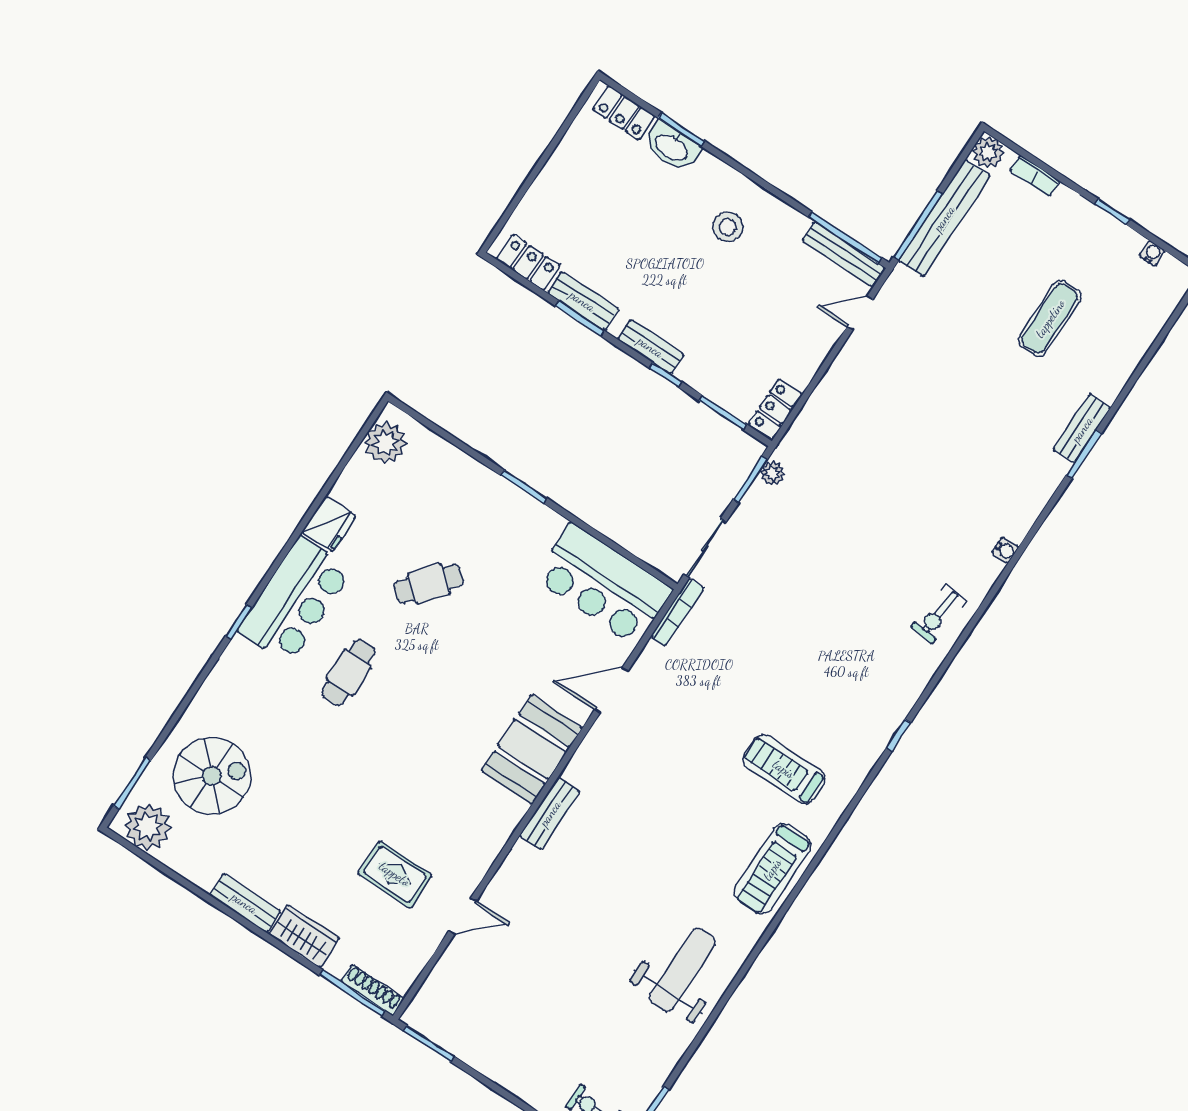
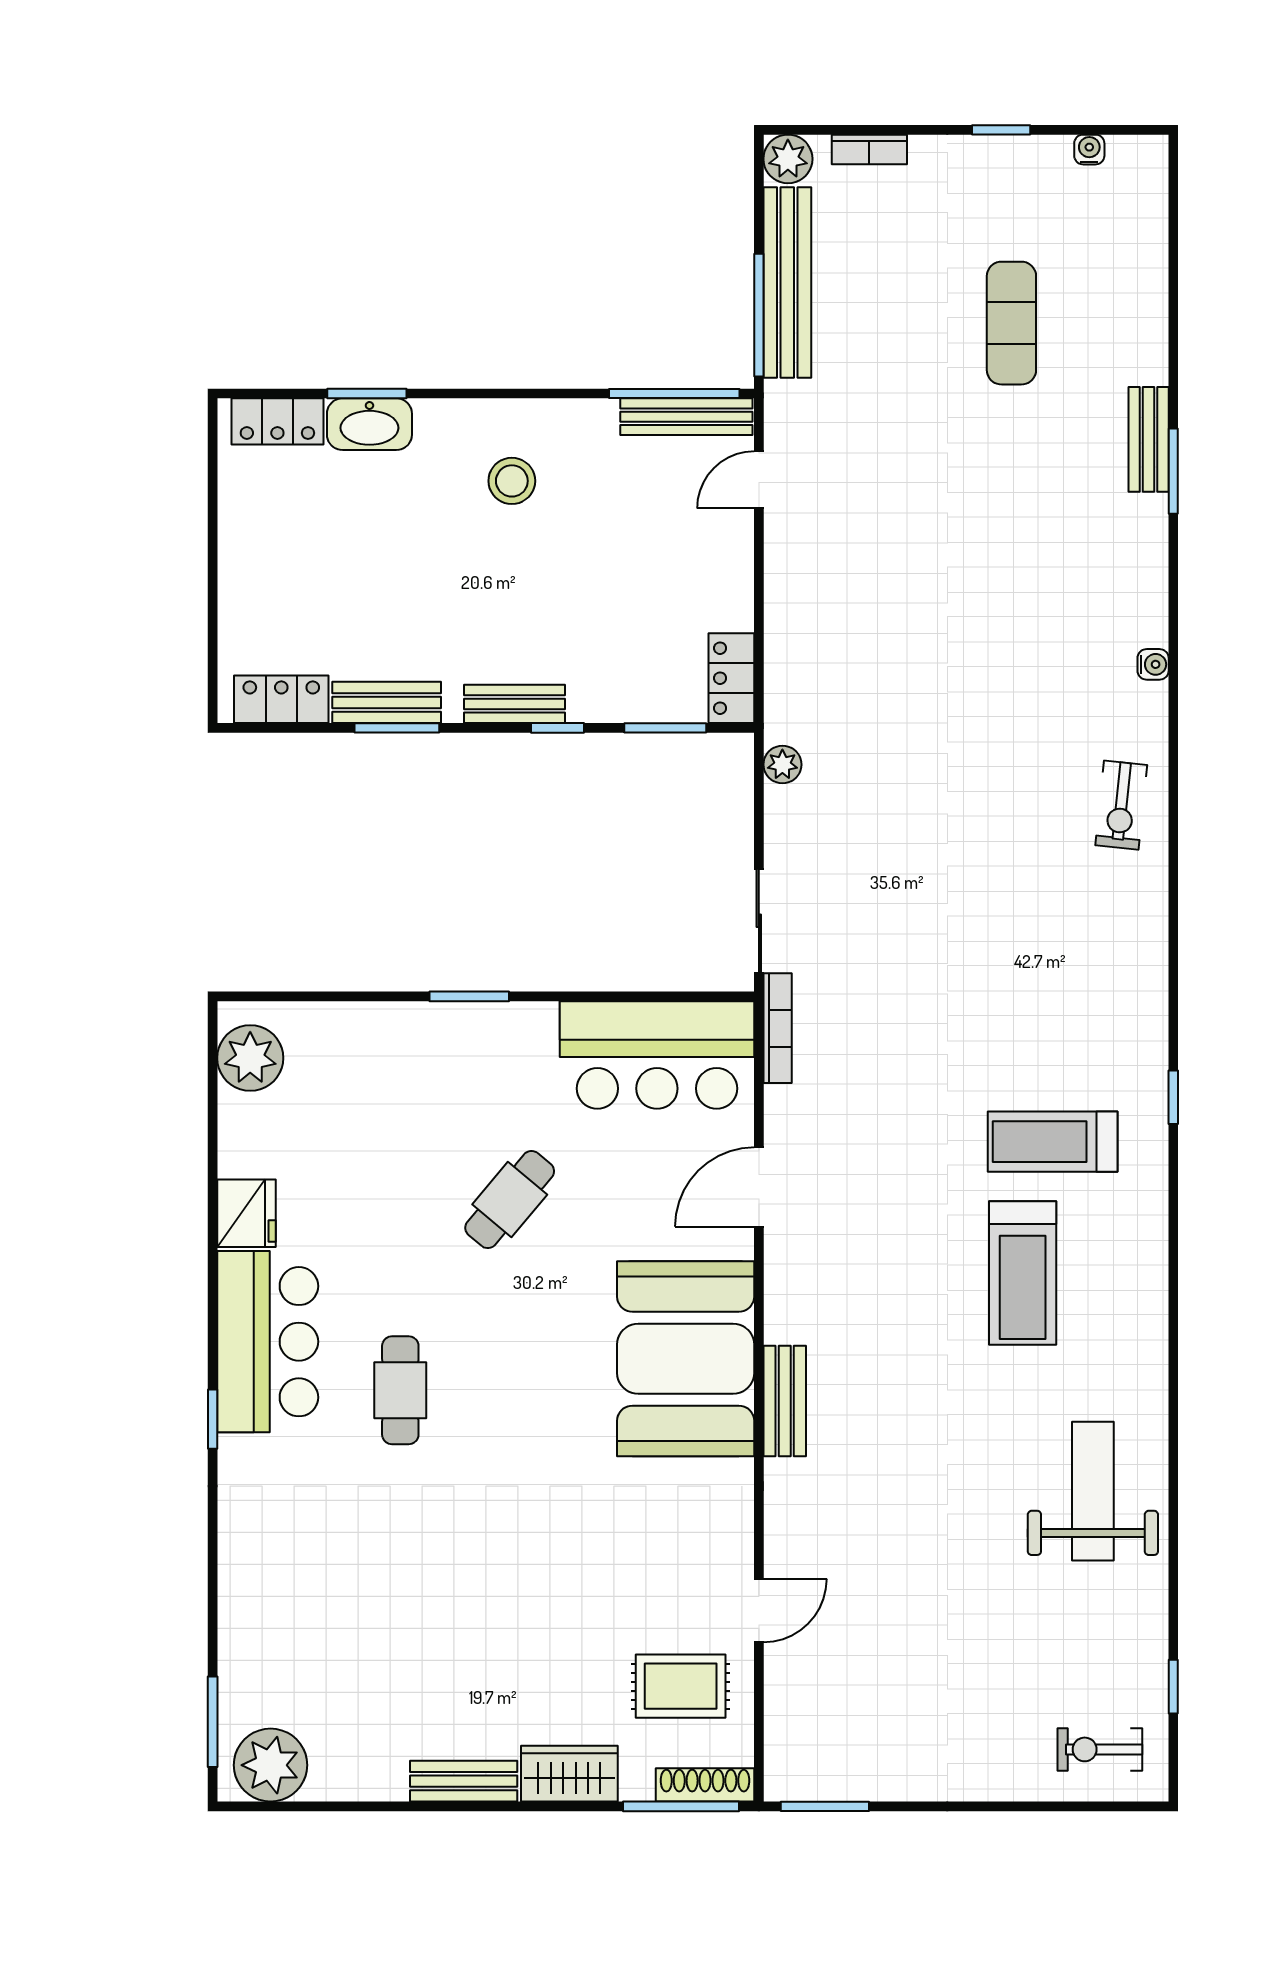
window: (750, 479) -> (759, 792), removed
cafe table: (429, 584) -> (510, 1200), moved
window: (898, 735) -> (1173, 1097), moved
booth: (532, 749) -> (686, 1359), width x1.36, depth x1.42
spiral stairs: (212, 776) -> (311, 1643), removed
treadmill: (772, 869) -> (1023, 1273), moved
rug: (395, 874) -> (681, 1686), moved

